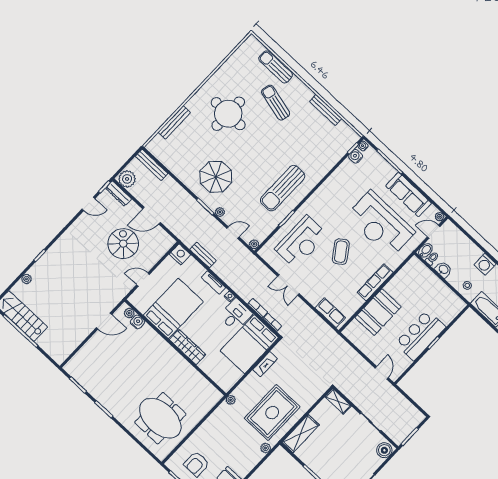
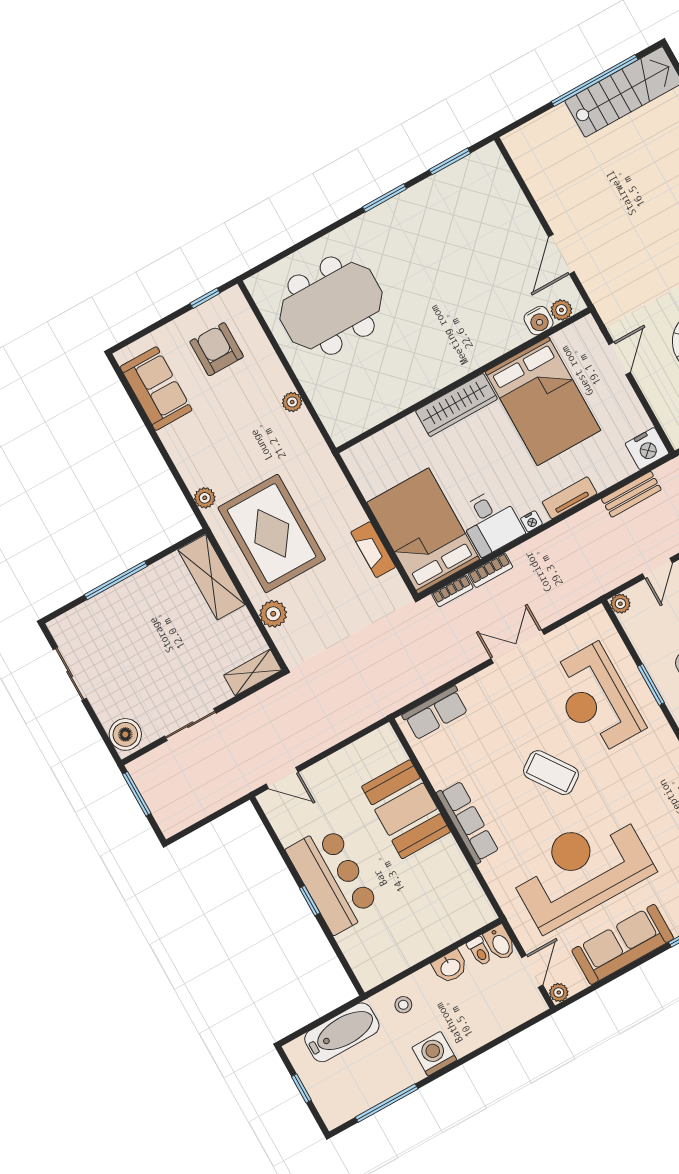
plant: (231, 400) -> (292, 402), moved
plant: (308, 400) -> (273, 614), added

